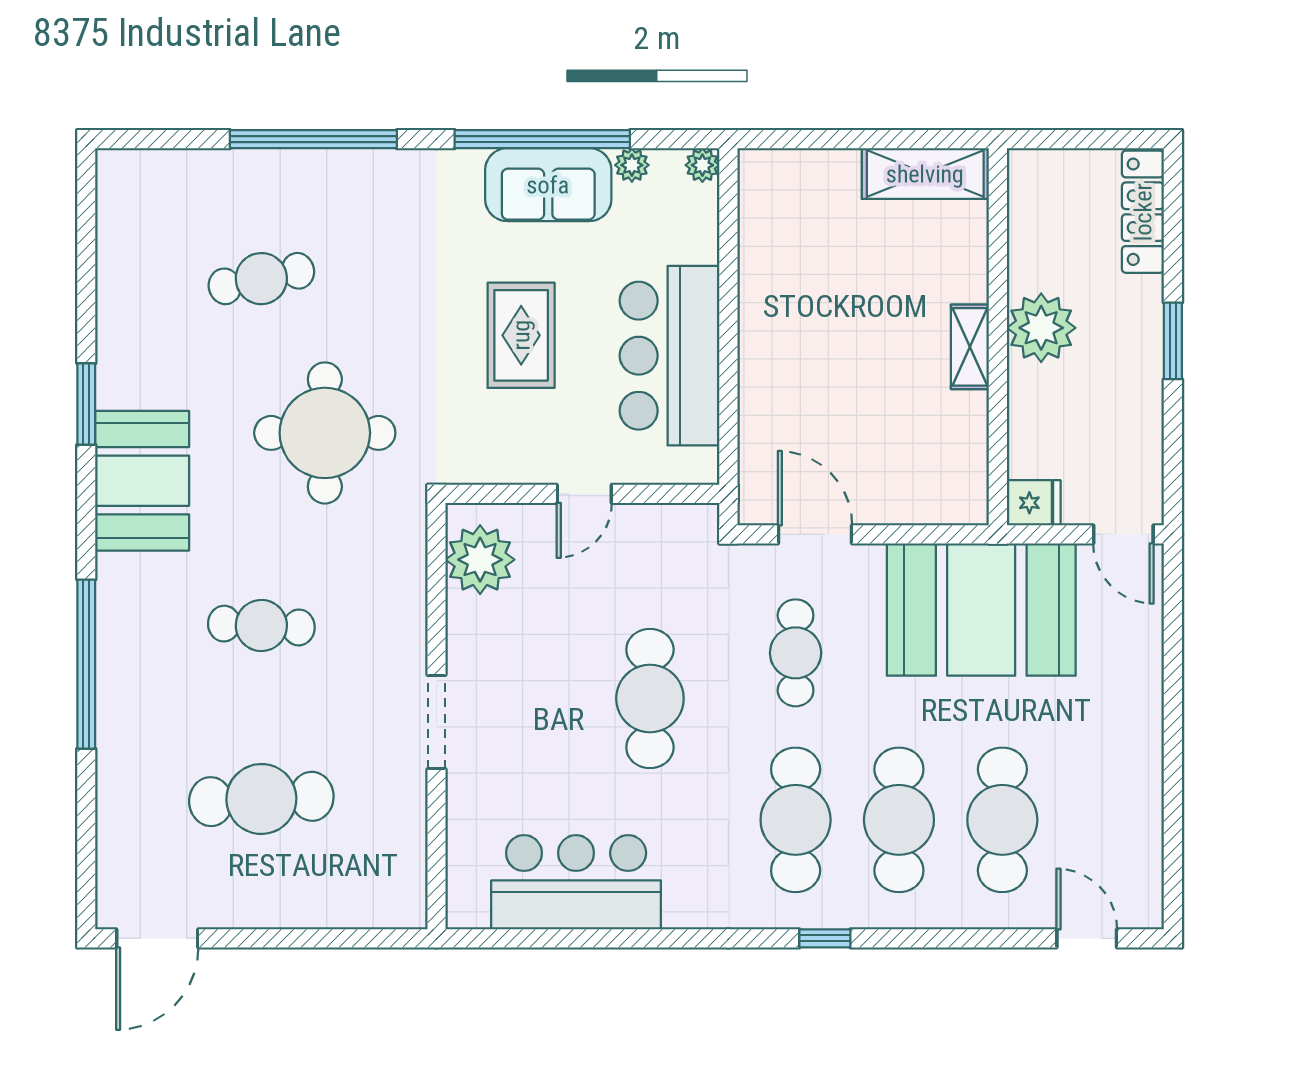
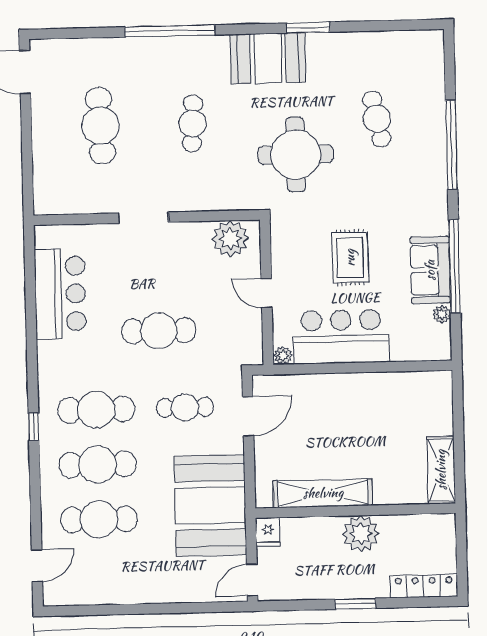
plant: (702, 165) -> (283, 356), moved
rug: (521, 335) -> (350, 258), turned 90
shelving: (970, 347) -> (323, 493), width x2.20, depth x1.33

